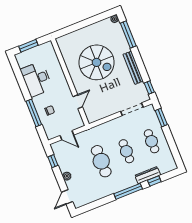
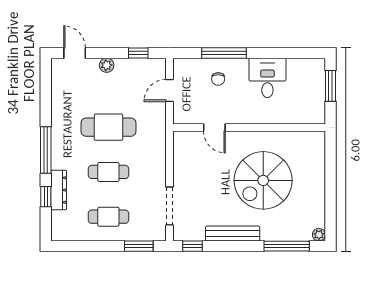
desk: (36, 79) -> (267, 78), width x0.73

